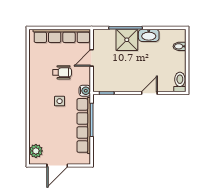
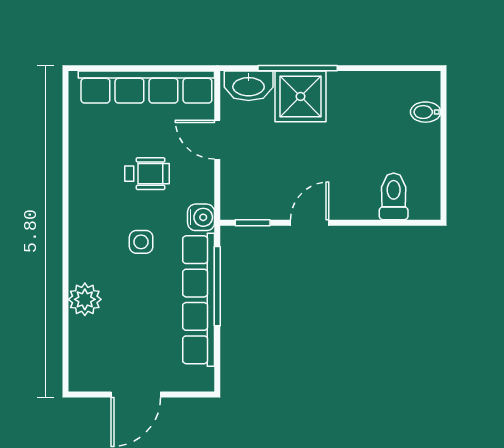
washbasin: (149, 35) -> (249, 86), moved
door: (92, 58) -> (217, 140), hinge flipped
toilet: (180, 82) -> (394, 196), moved
door: (149, 93) -> (310, 223), moved
plant: (36, 151) -> (85, 299), moved

